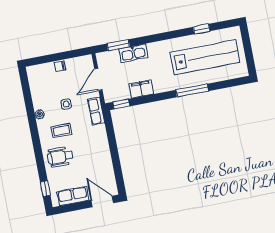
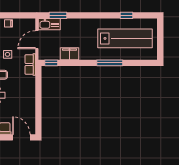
kitchen sink: (133, 53) -> (49, 24), moved

